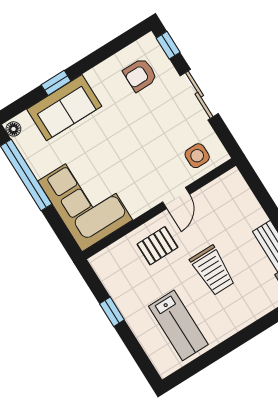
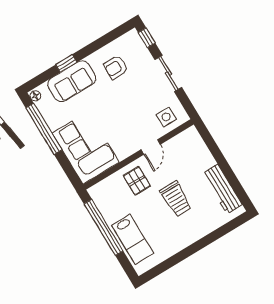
armchair: (140, 75) -> (116, 67), moved
pallet: (157, 246) -> (137, 181), turned 90
window: (112, 312) -> (104, 227), width x3.17
lab bench: (178, 325) -> (133, 239), moved

